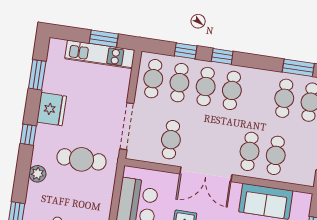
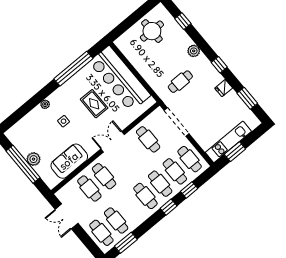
fridge: (52, 109) -> (224, 88), width x0.53, depth x0.75
cafe table: (81, 159) -> (180, 82), width x0.73, depth x0.74
double door: (206, 174) -> (113, 142), width x0.73

